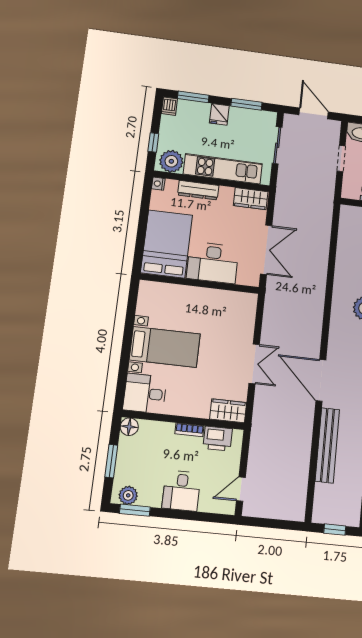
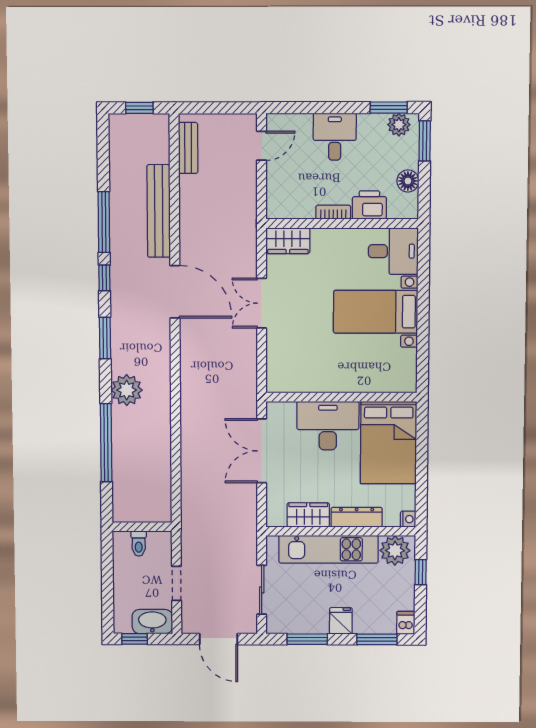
wardrobe: (251, 199) -> (308, 515), moved
floor lamp: (129, 427) -> (408, 181), moved
printer: (218, 438) -> (369, 205), moved
window: (111, 461) -> (425, 141), moved
bench: (299, 493) -> (188, 148), added

